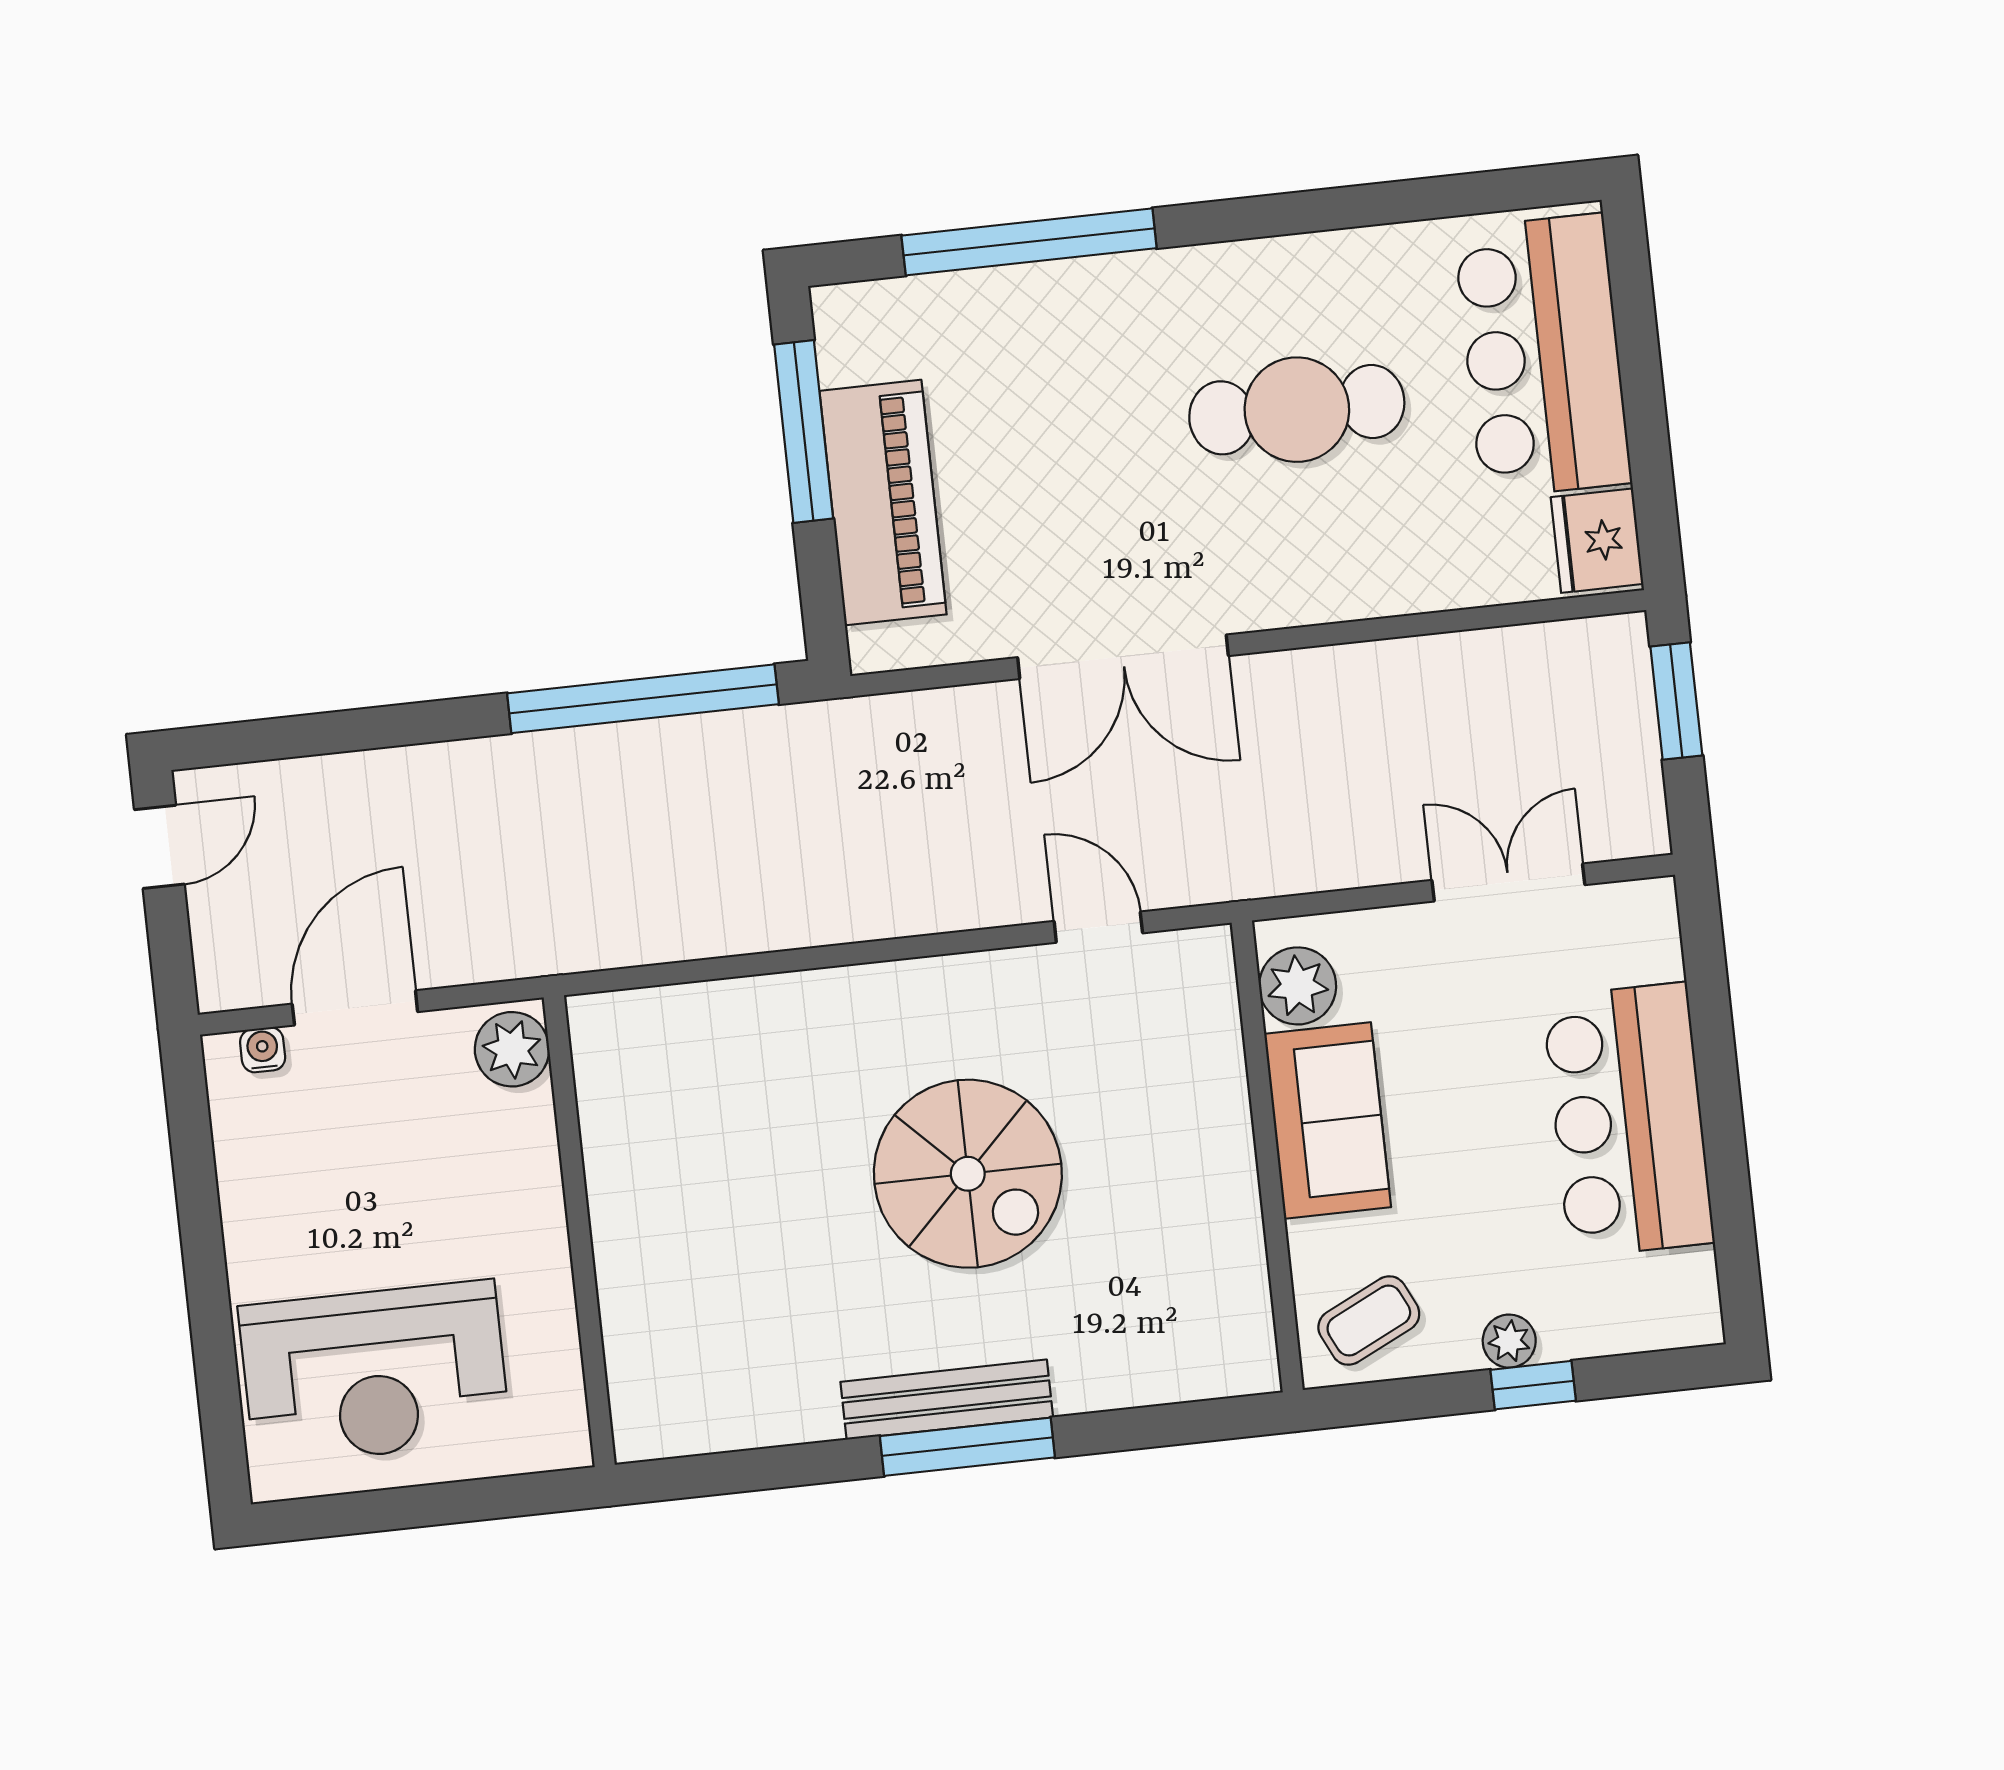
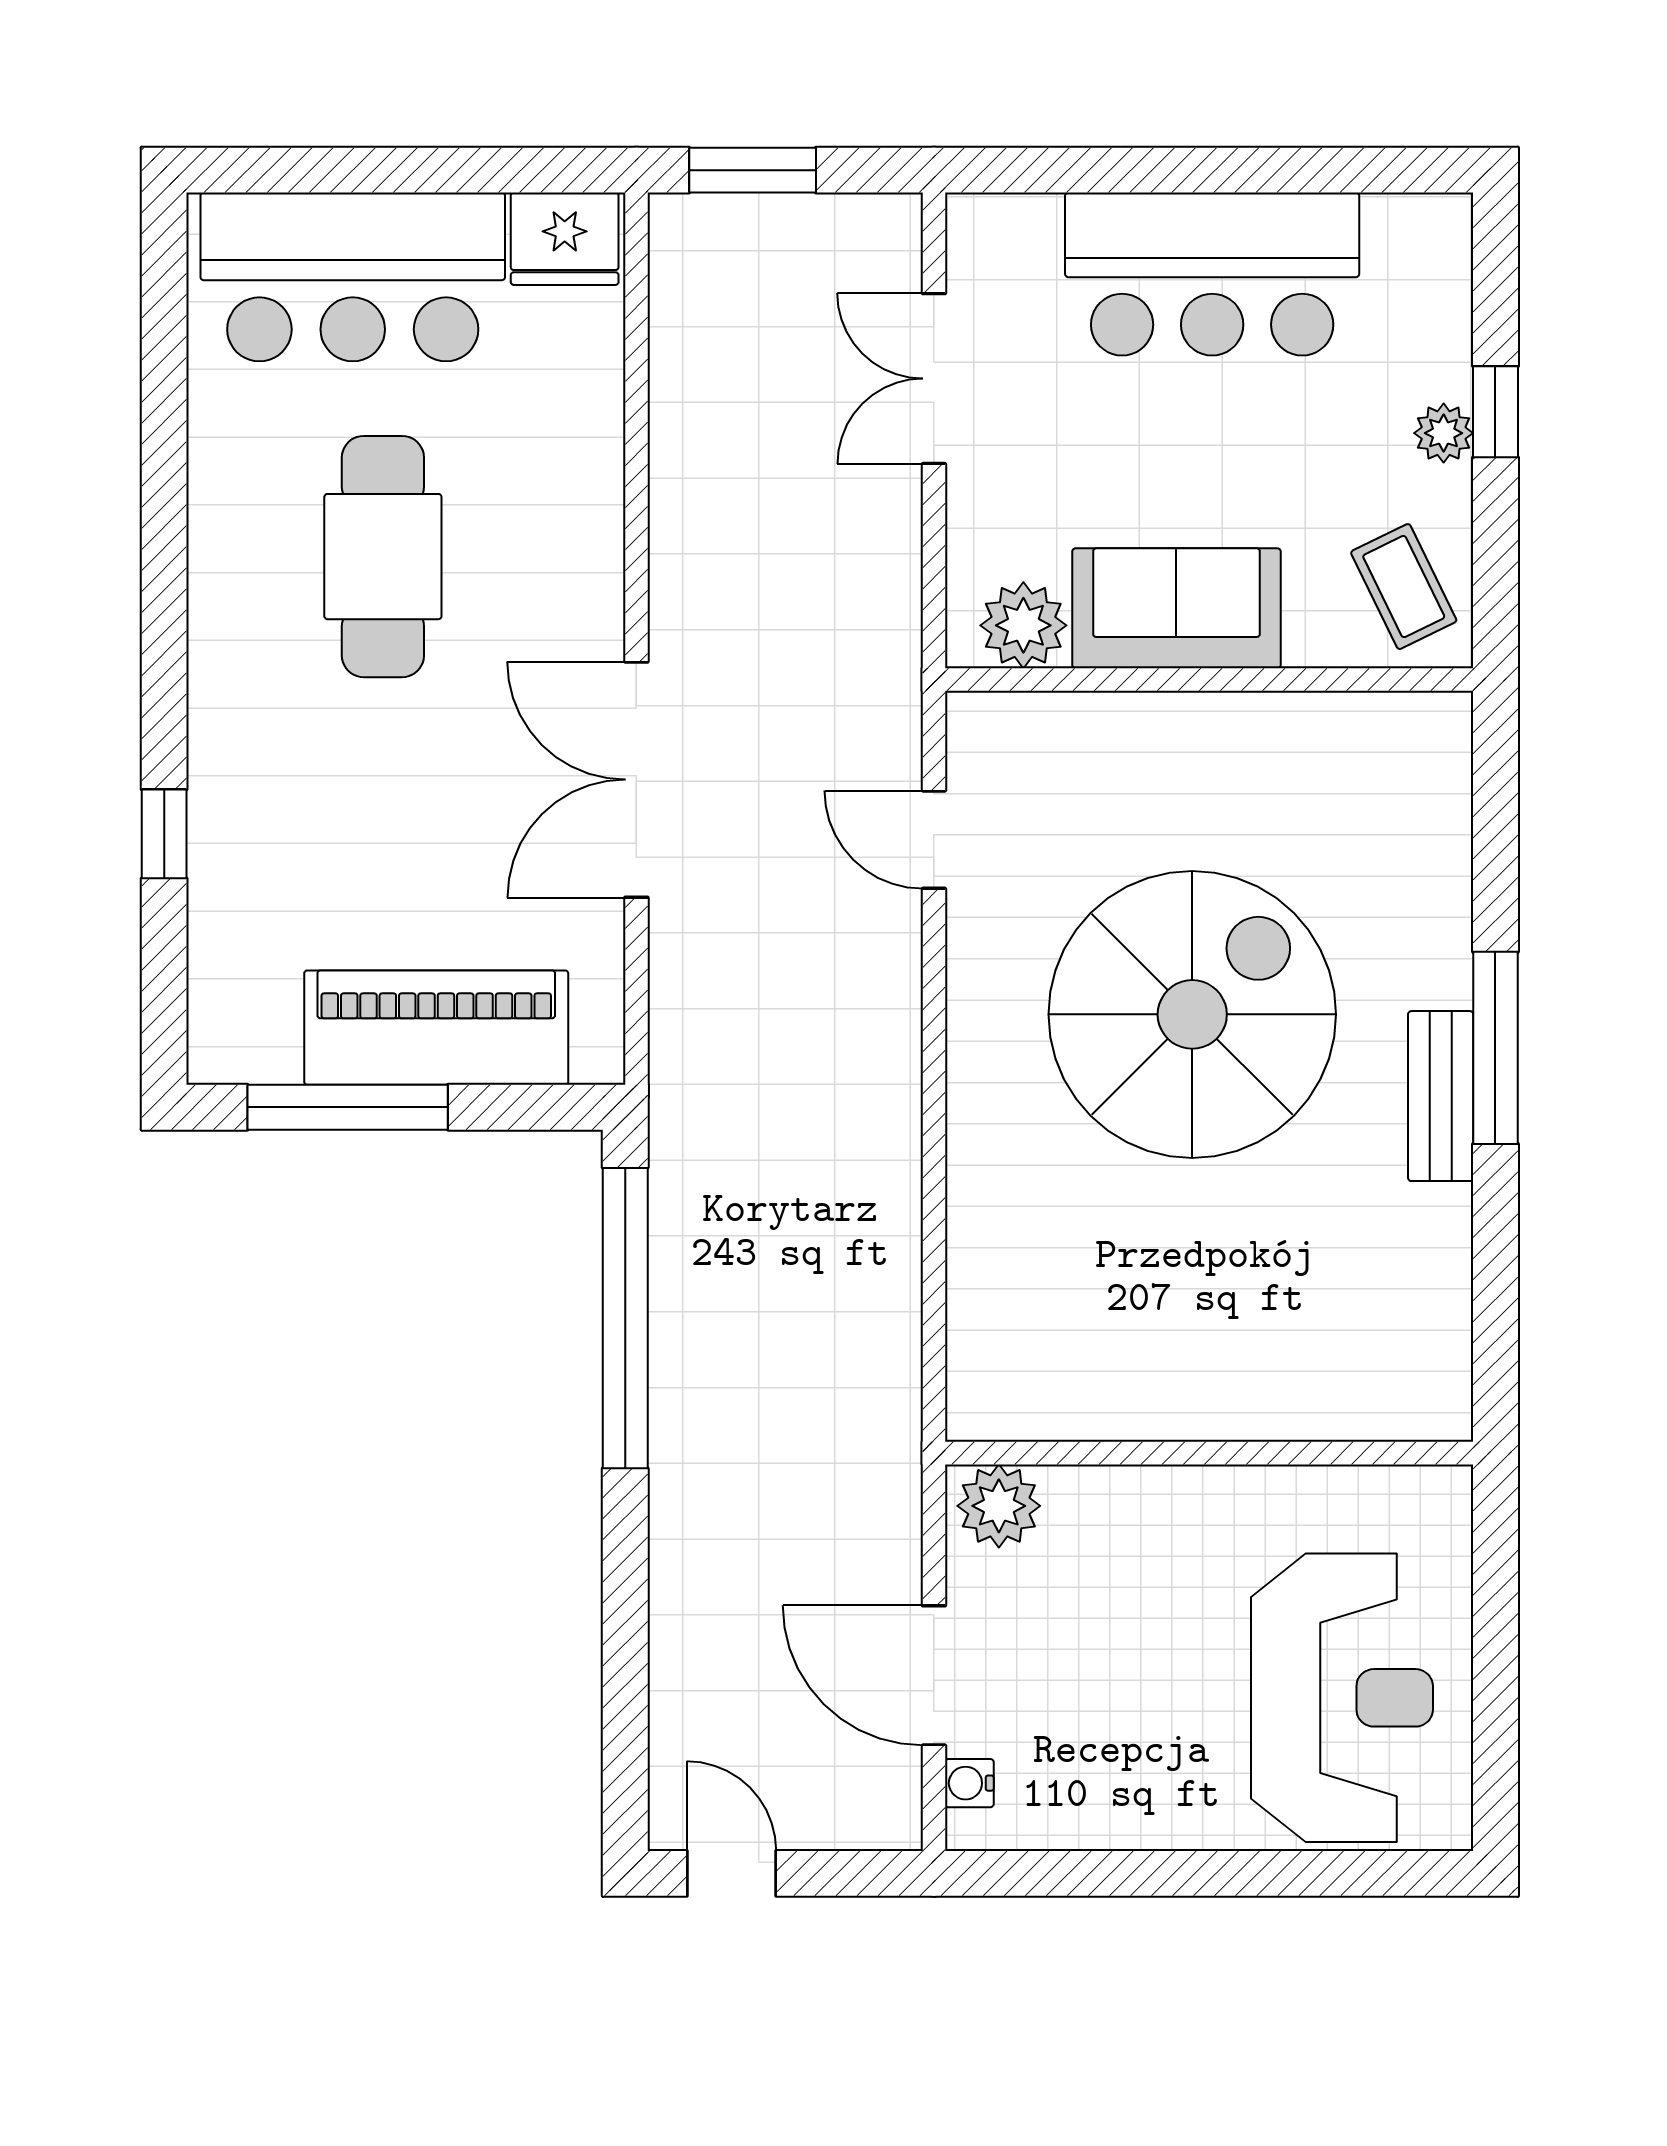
window: (1029, 242) -> (164, 834), width x0.32
double door: (1123, 657) -> (636, 780), swing flipped
door: (1098, 927) -> (934, 840), hinge flipped
spiral stairs: (968, 1174) -> (1192, 1014), width x1.37, depth x1.37
bench: (947, 1400) -> (1441, 1096), width x0.73

